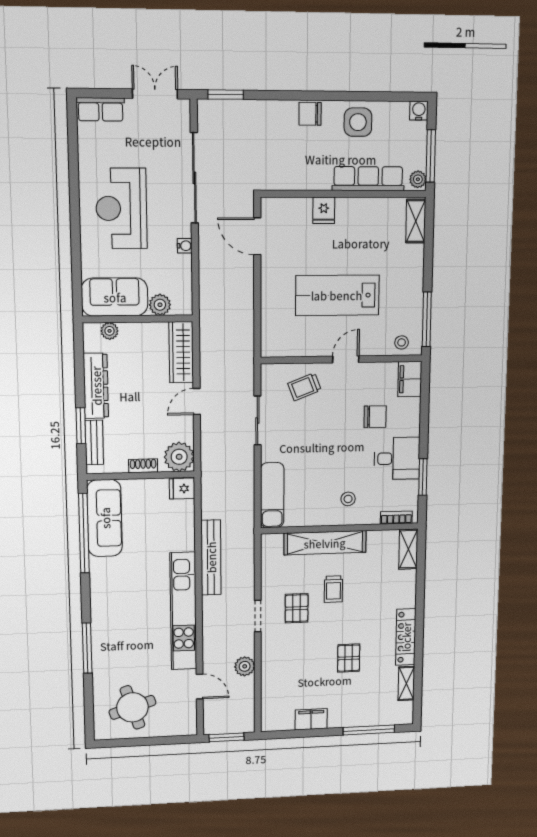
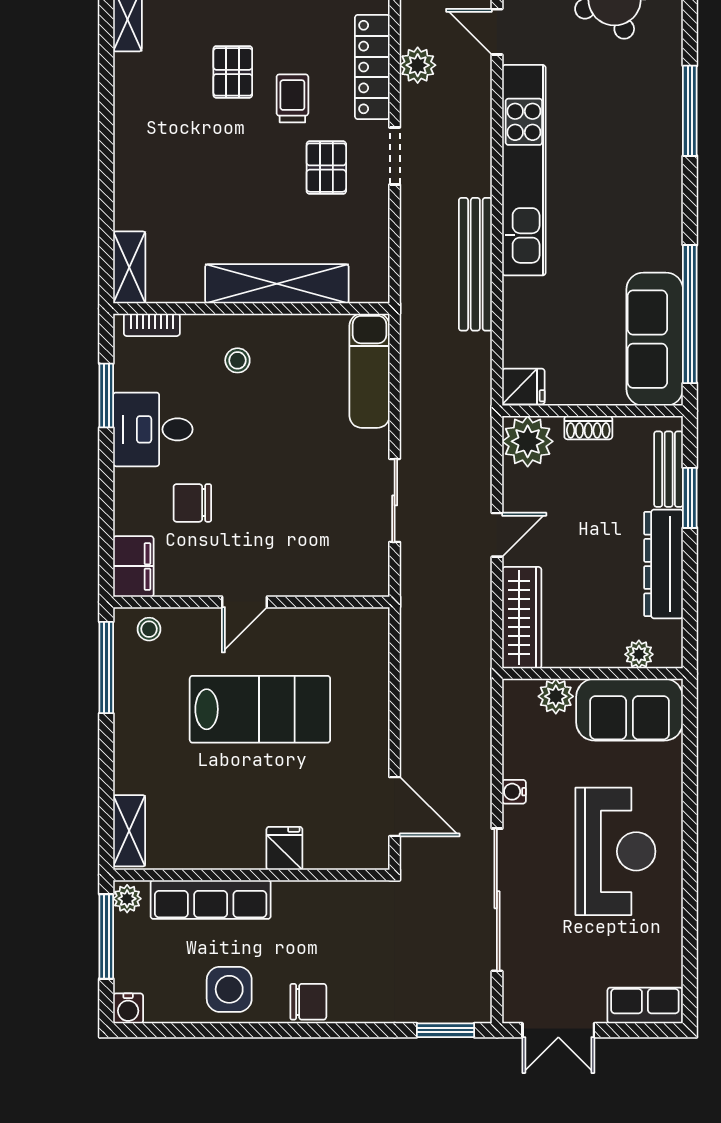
trolley: (305, 387) -> (315, 556), removed
trolley: (333, 589) -> (292, 98), moved
locker: (406, 637) -> (372, 67), moved, turned 180

